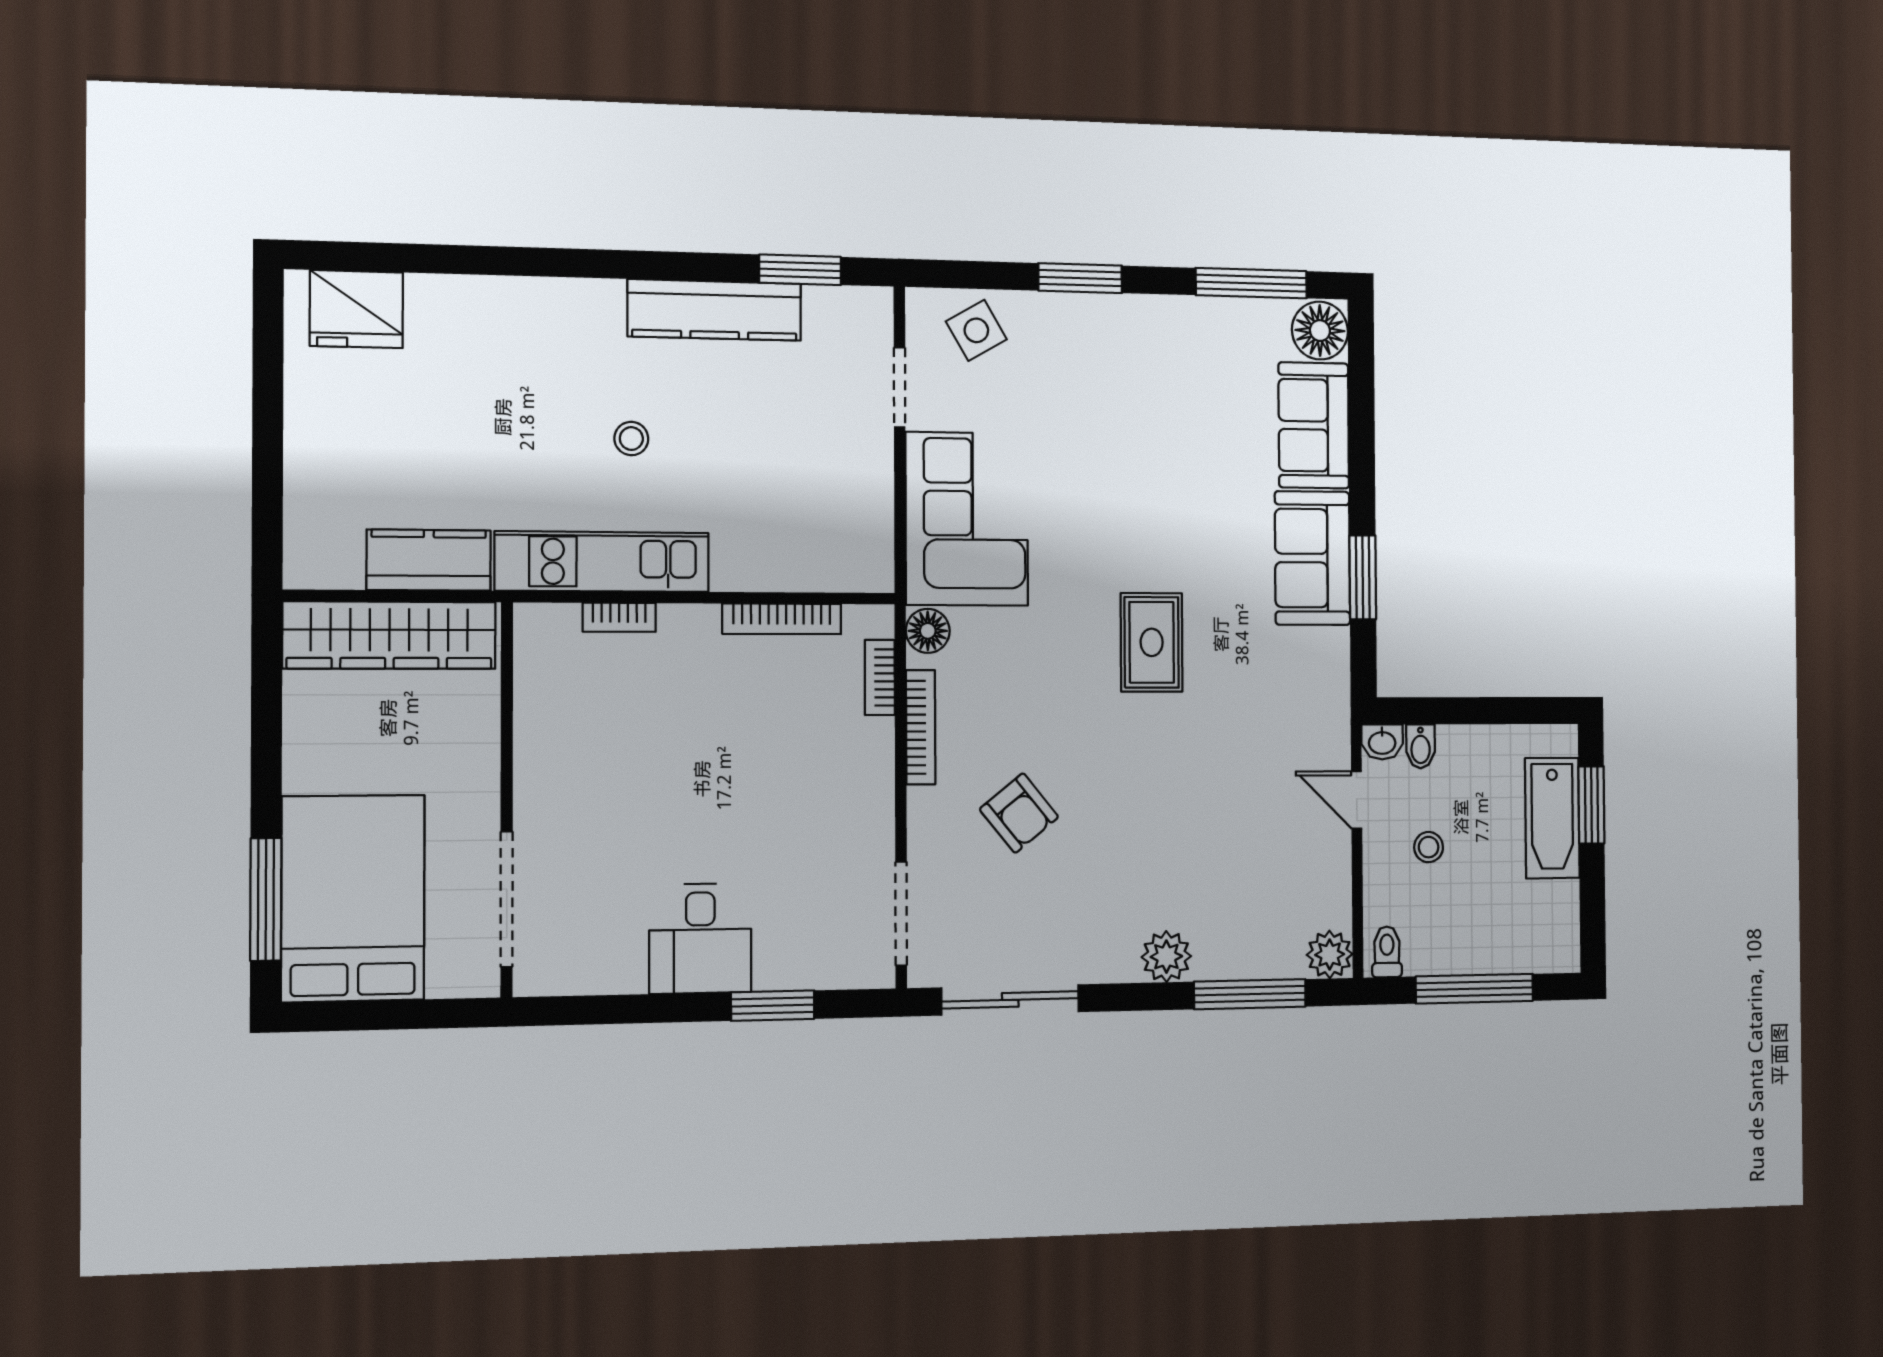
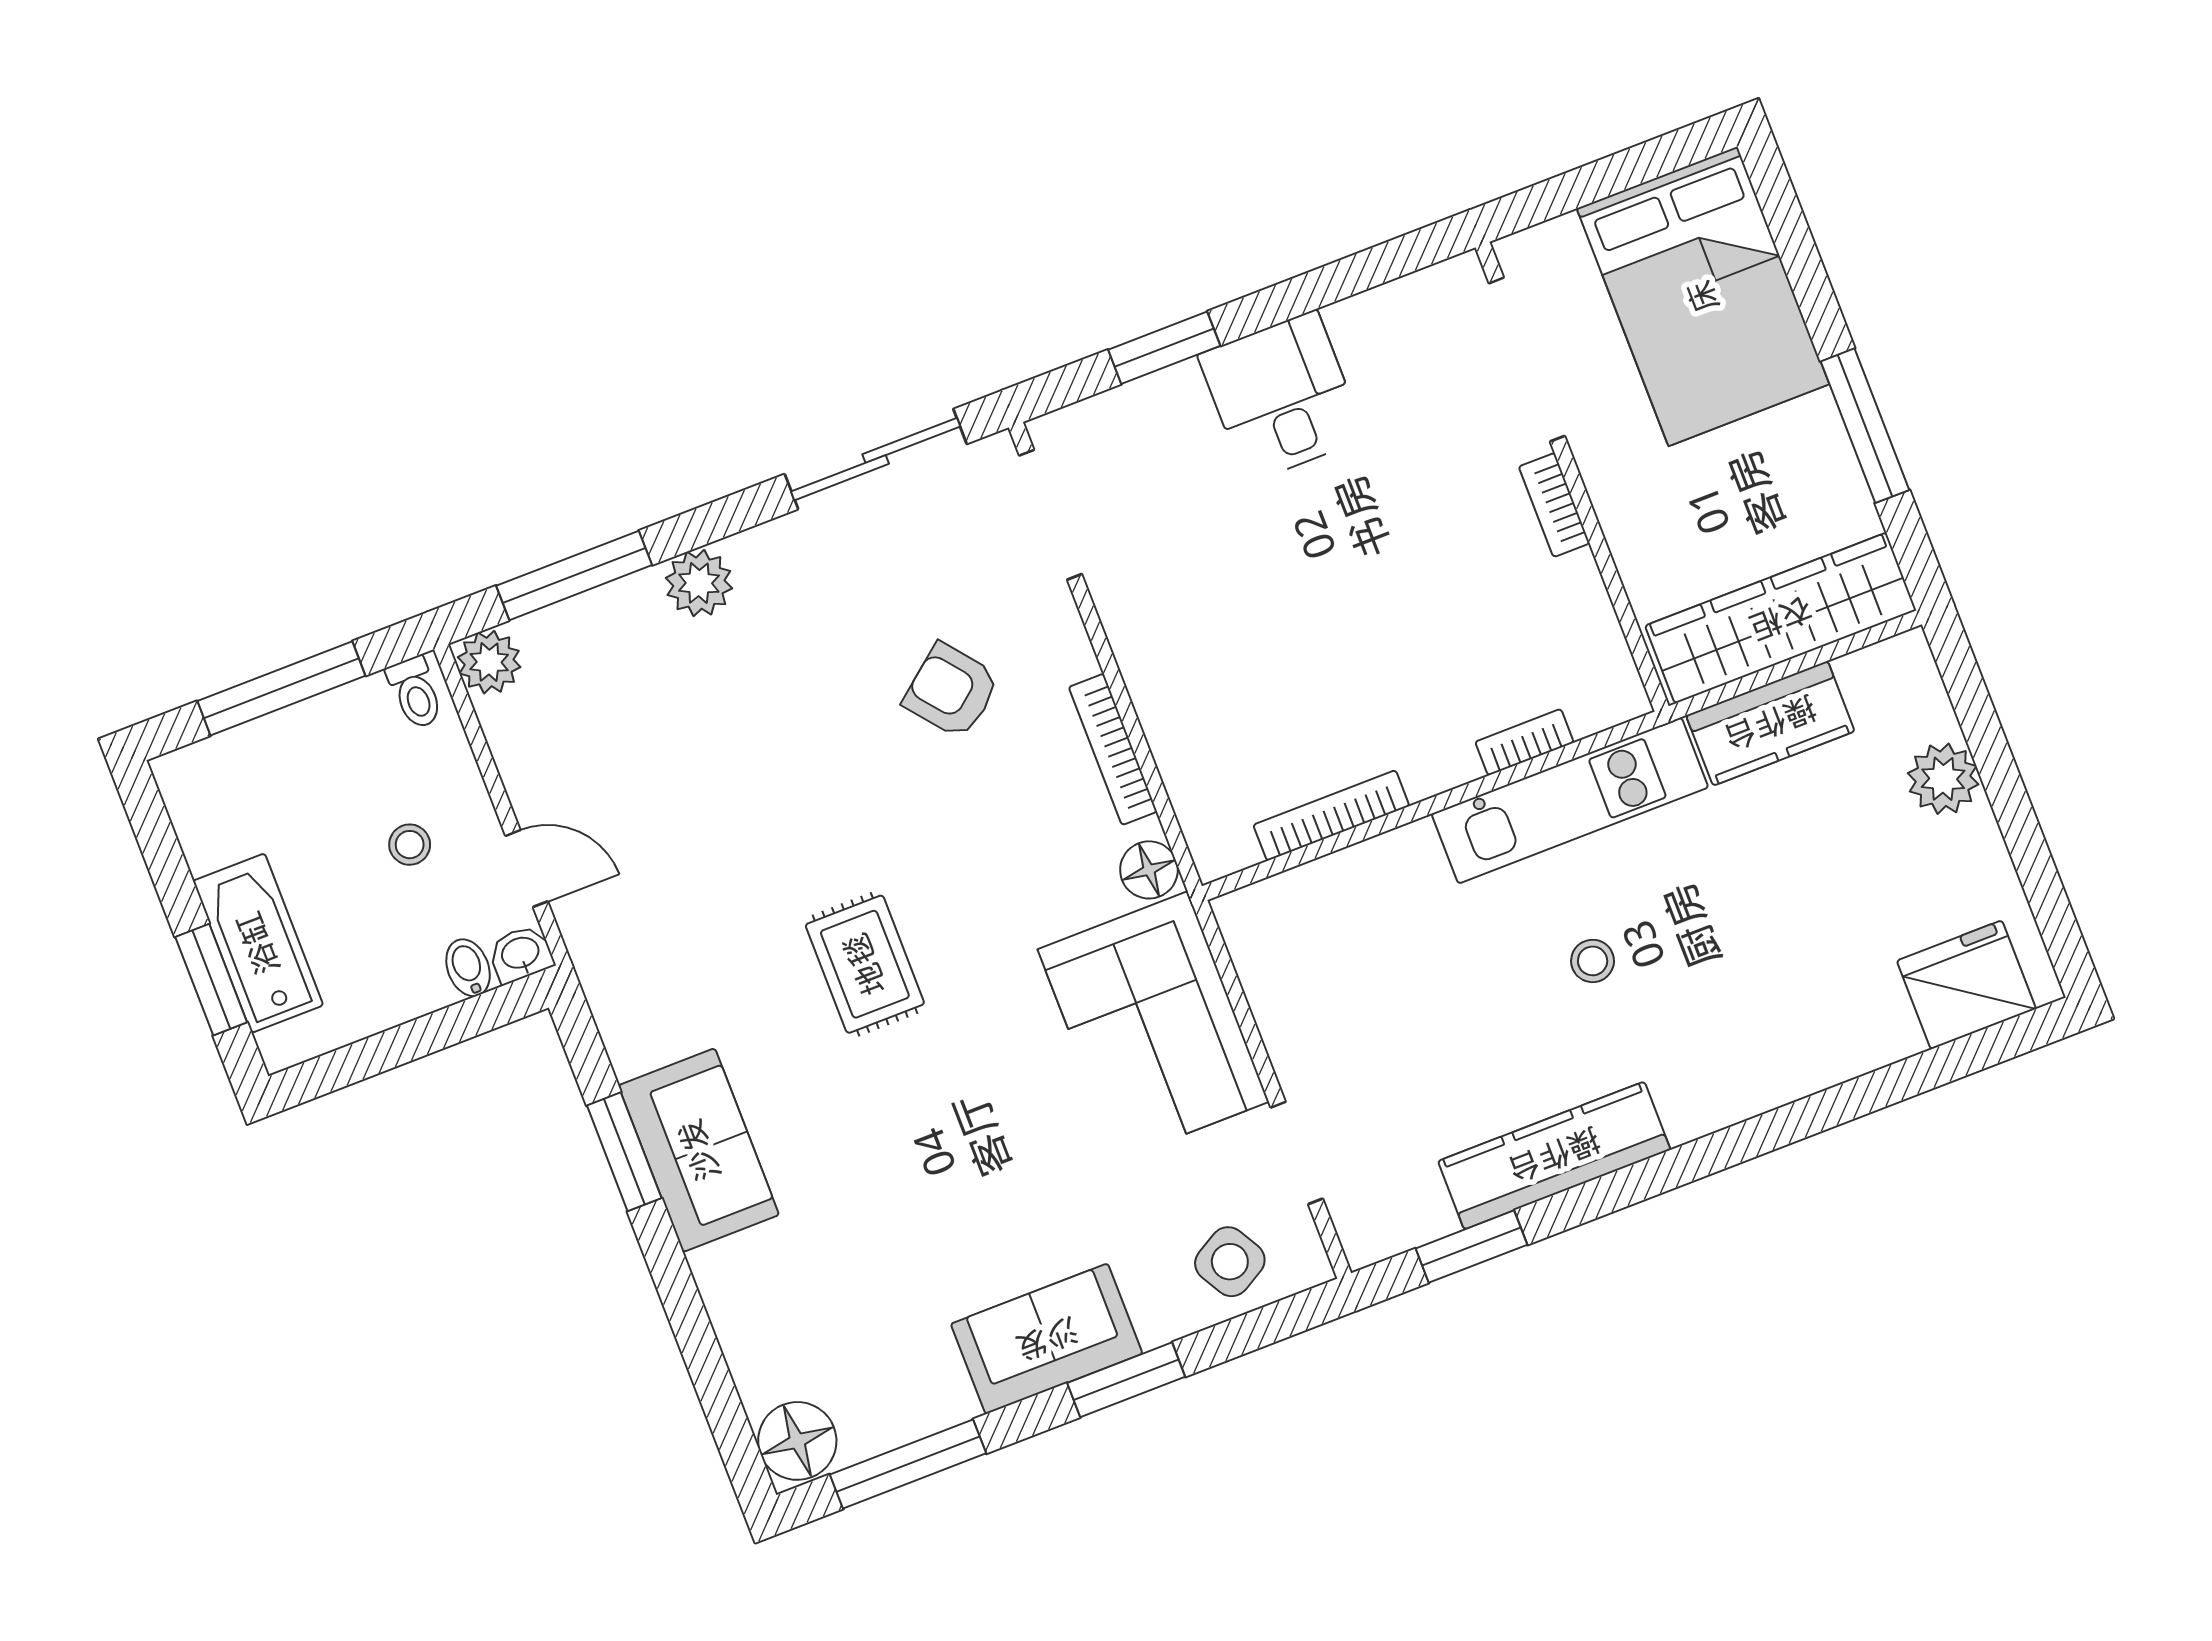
sofa: (1314, 425) -> (1047, 1339), moved, turned -90
plant: (313, 468) -> (1943, 779), added
bookcase: (880, 677) -> (1554, 505), moved, turned 180
window: (266, 899) -> (1865, 426), moved

